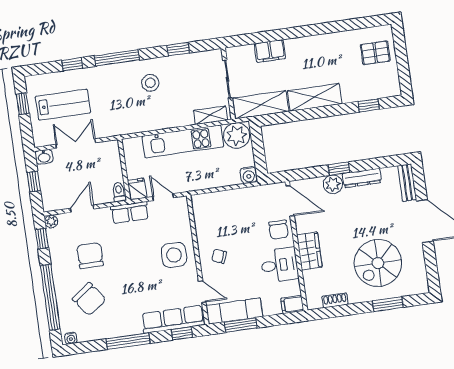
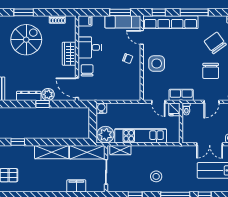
row of seats: (173, 319) -> (170, 22), width x1.36

